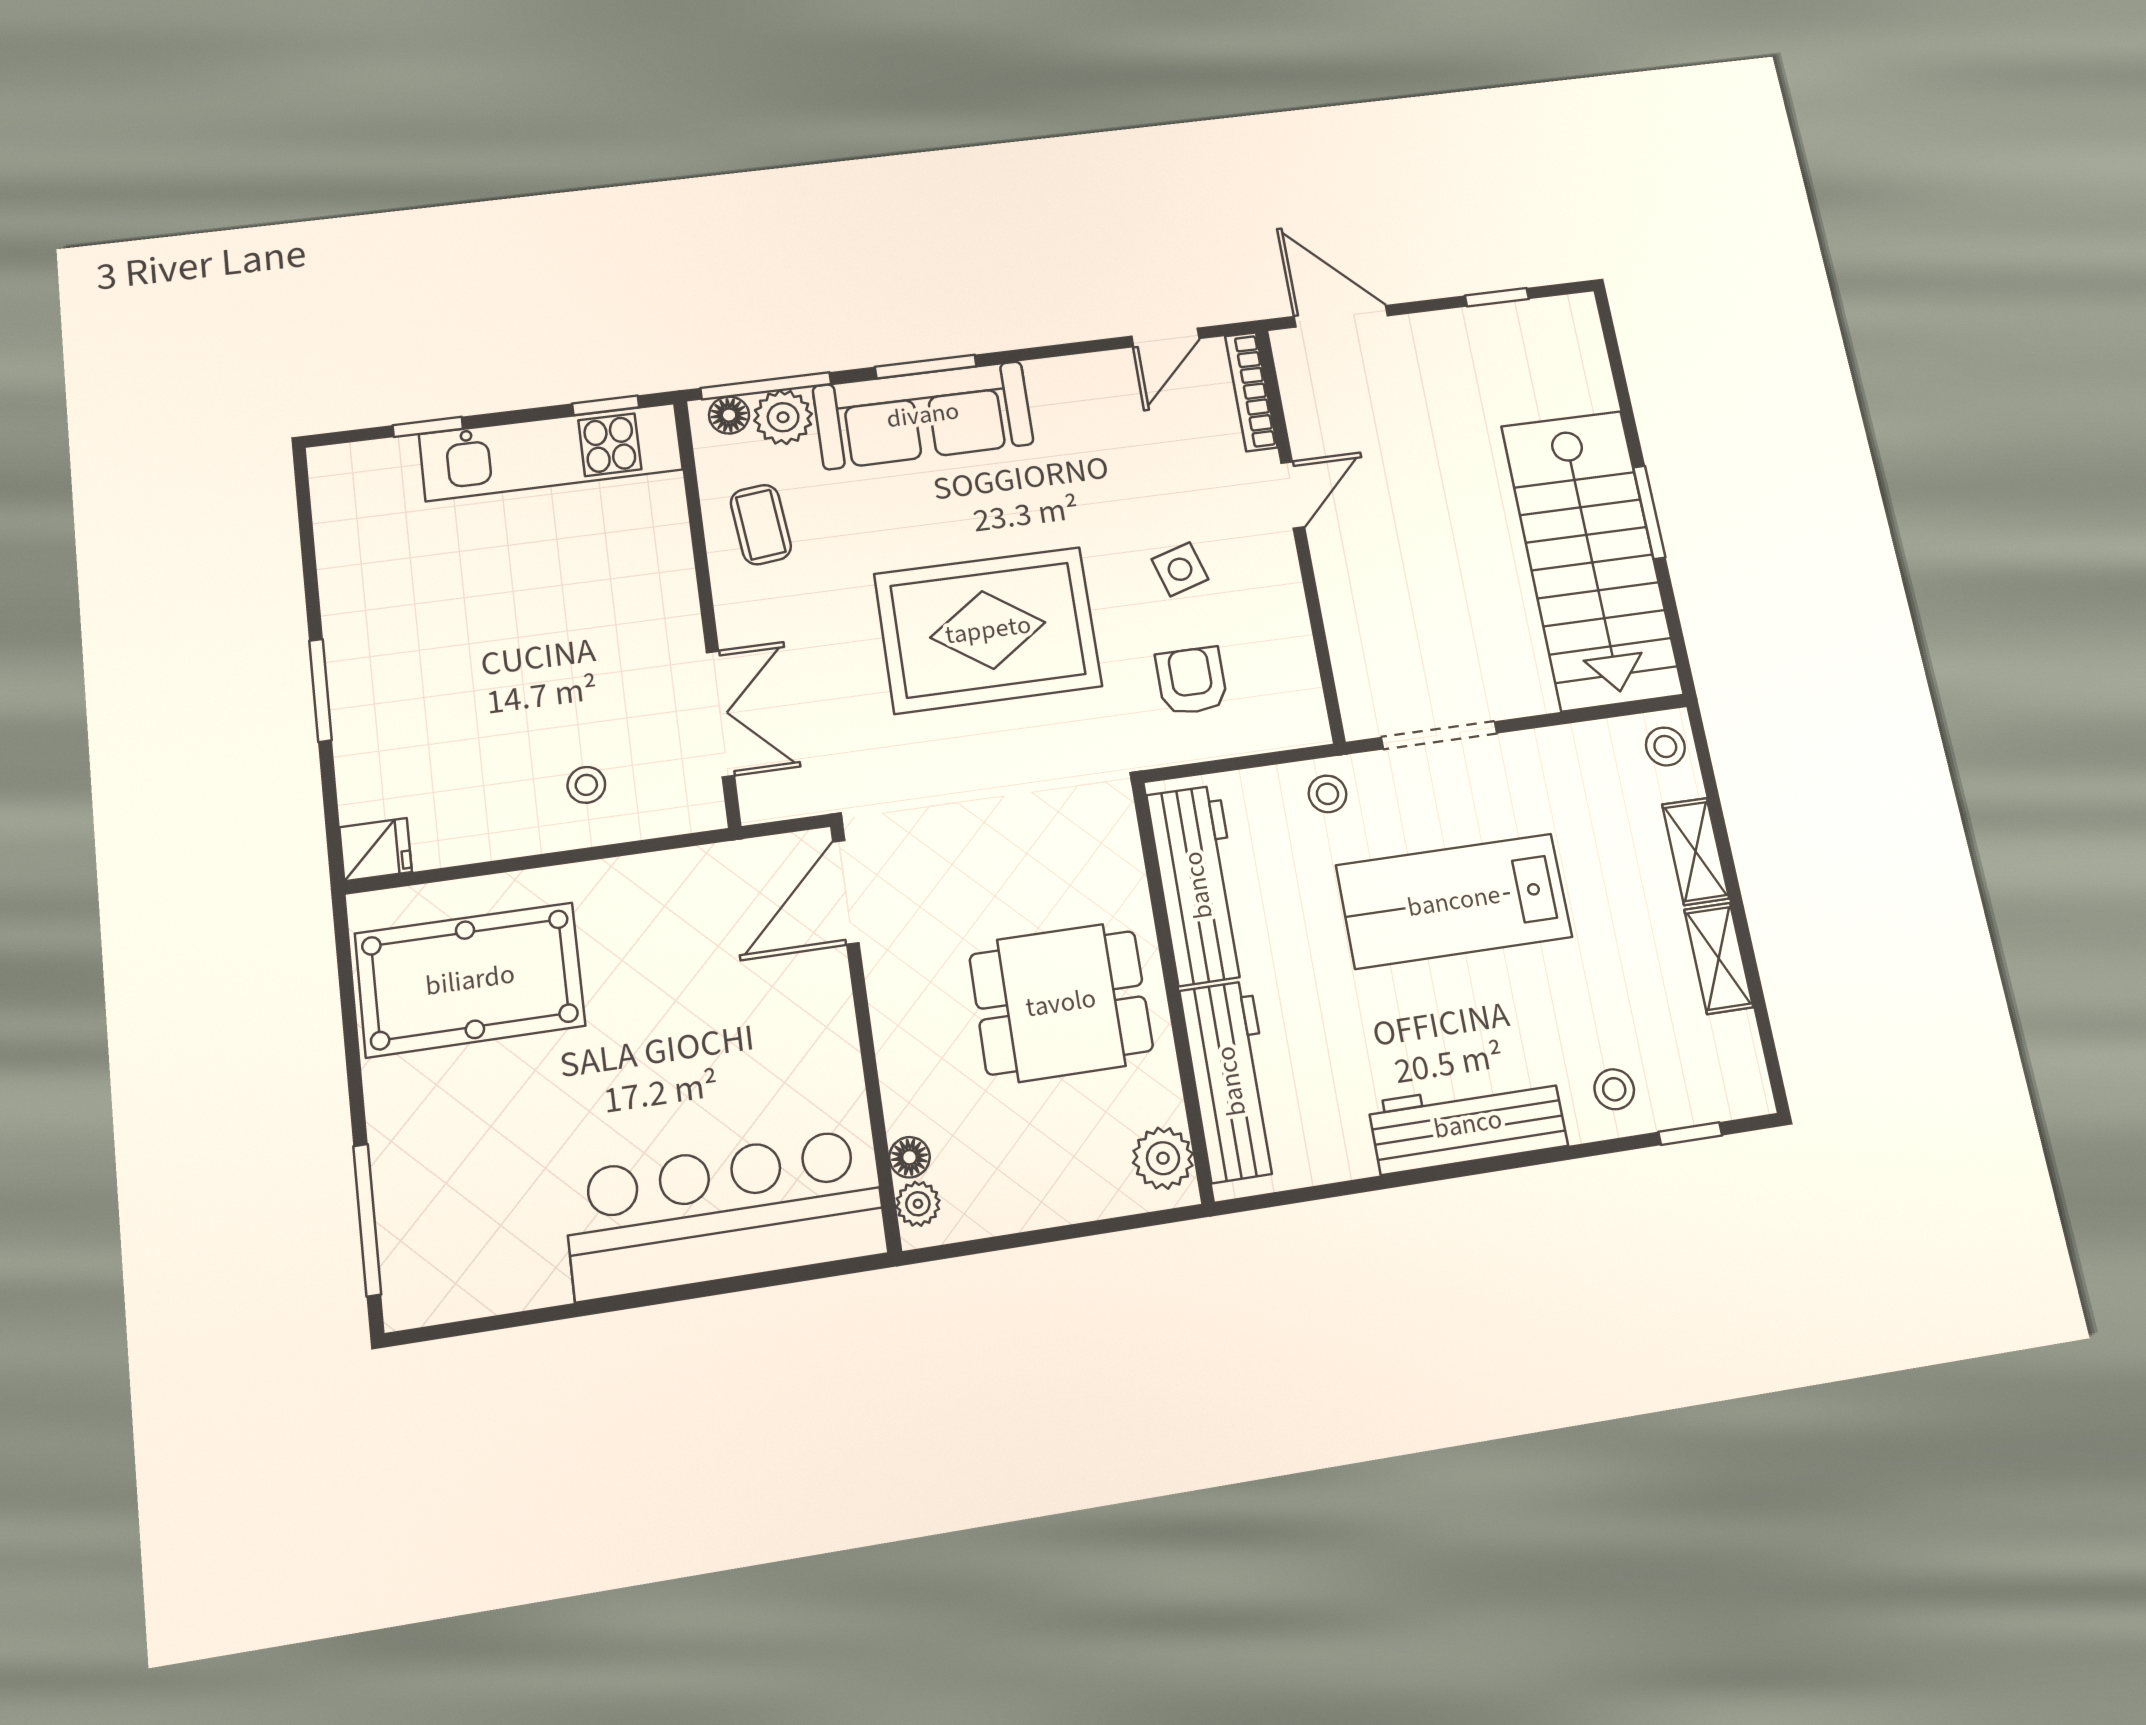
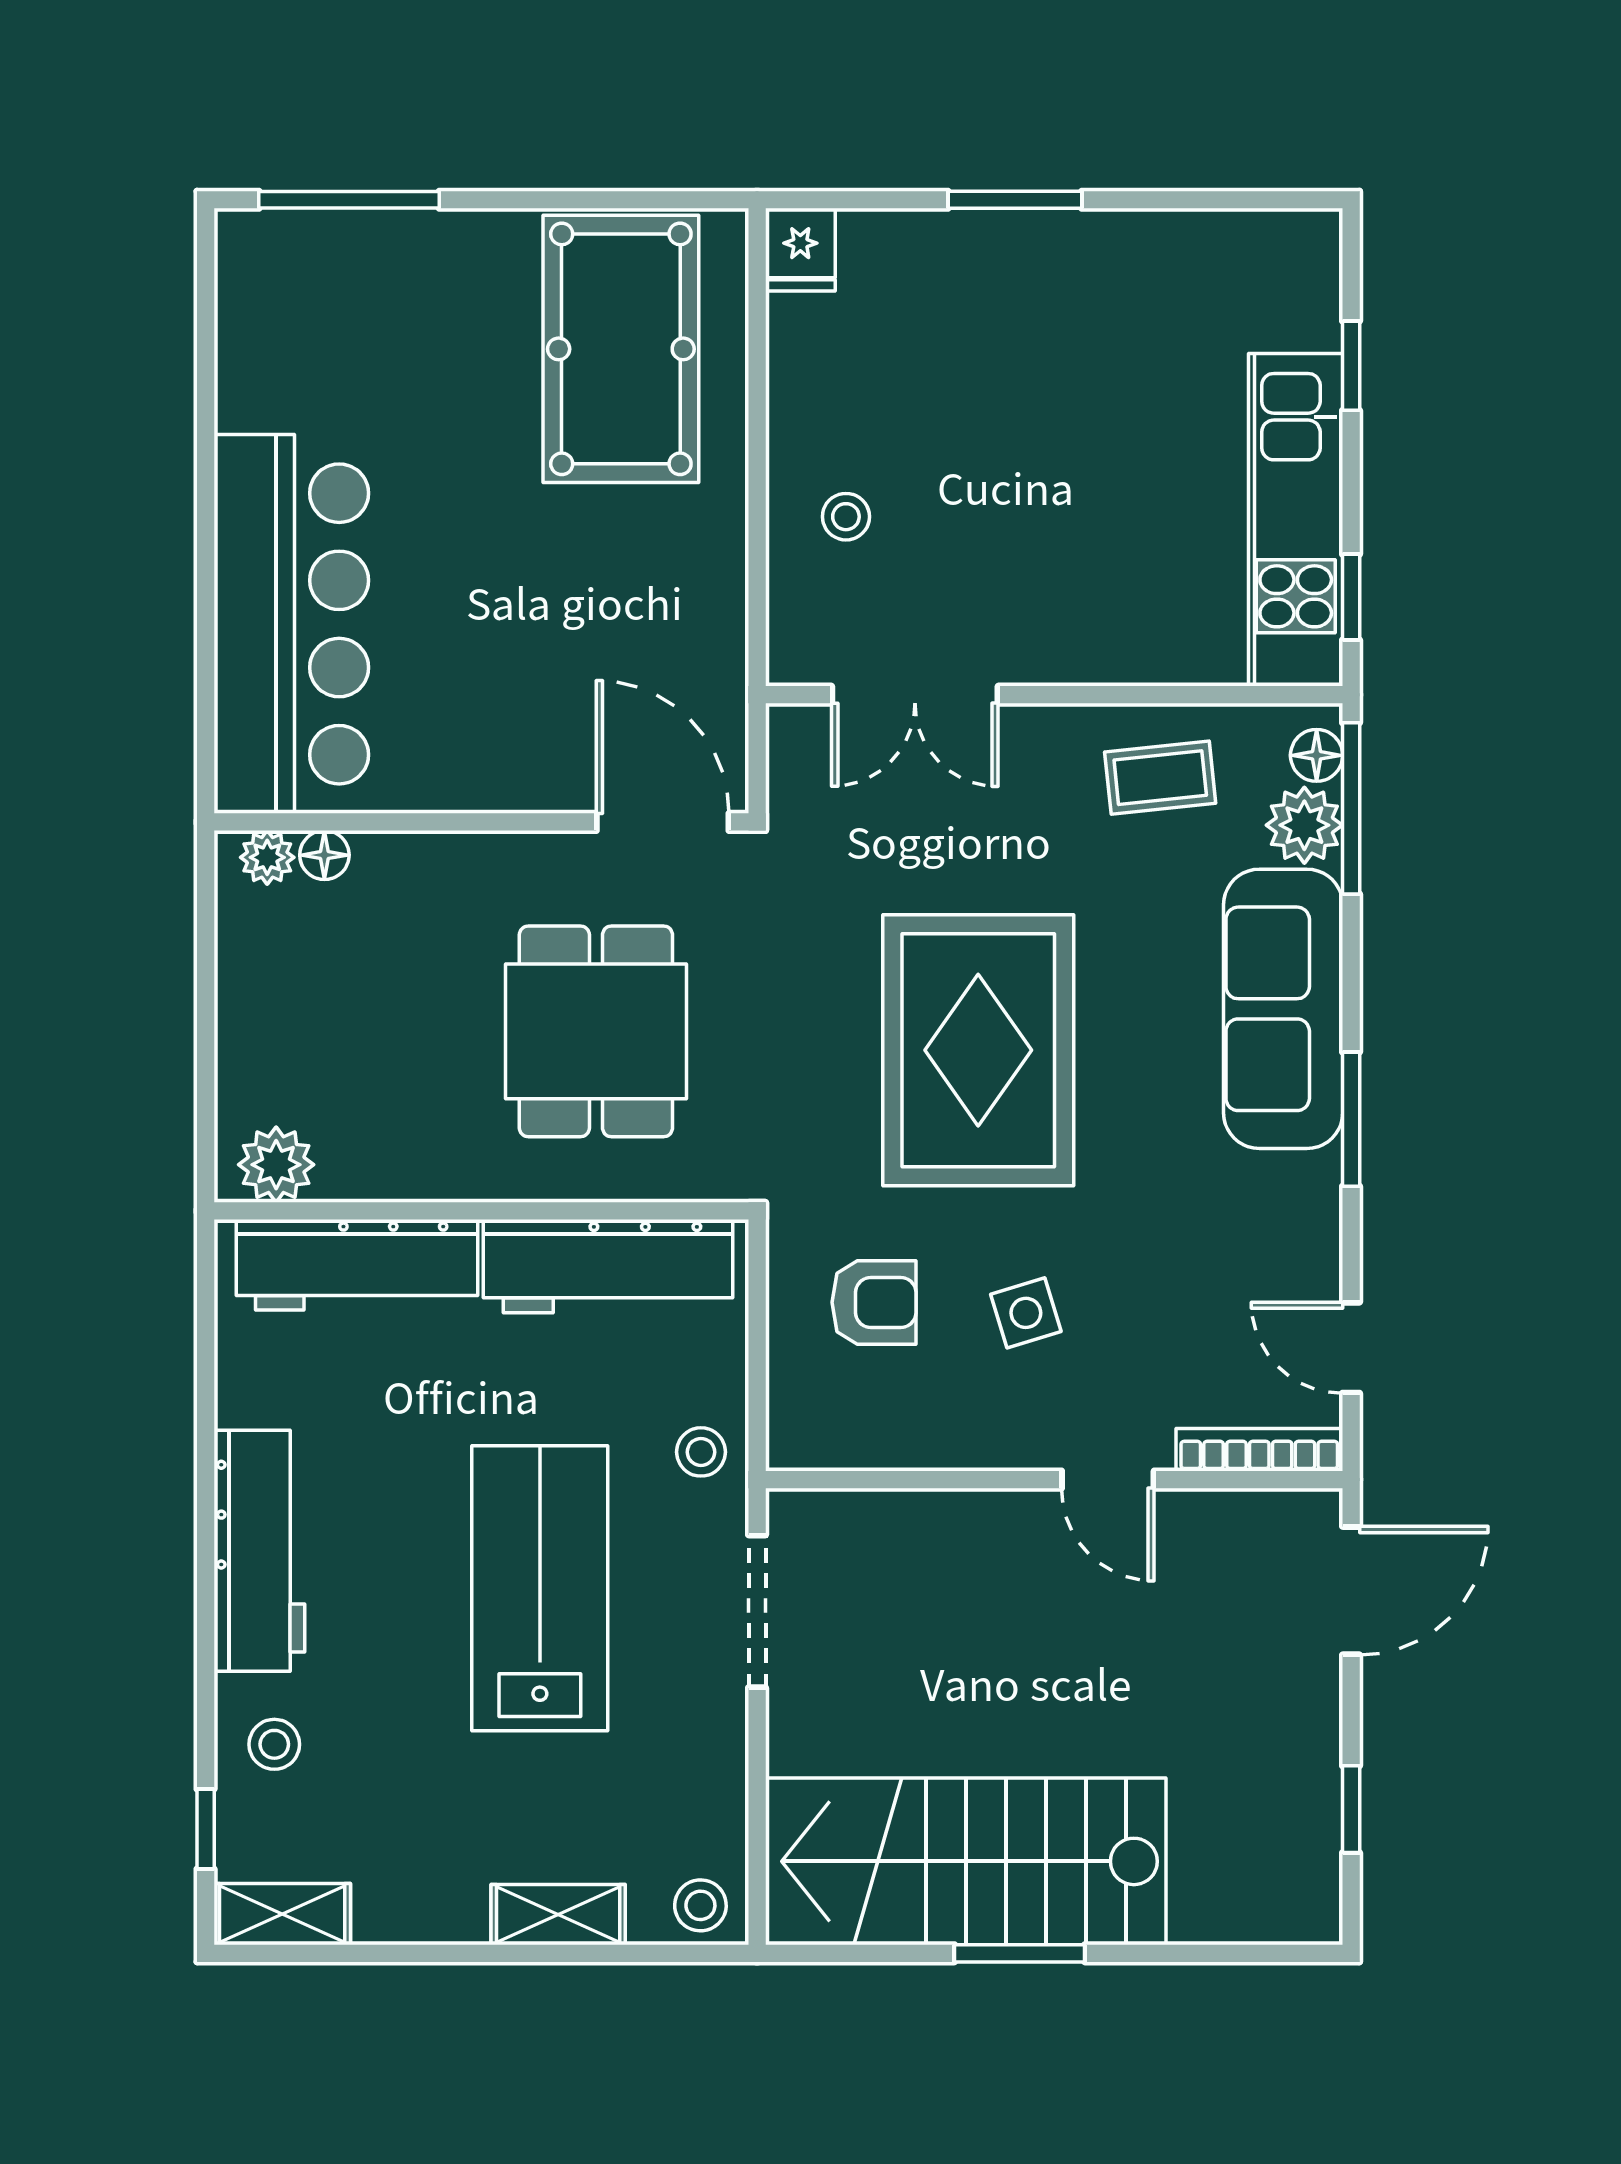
window: (926, 367) -> (1351, 1119), moved
shelving: (1719, 958) -> (282, 1914), moved
dining table: (1061, 1003) -> (596, 1031), moved

